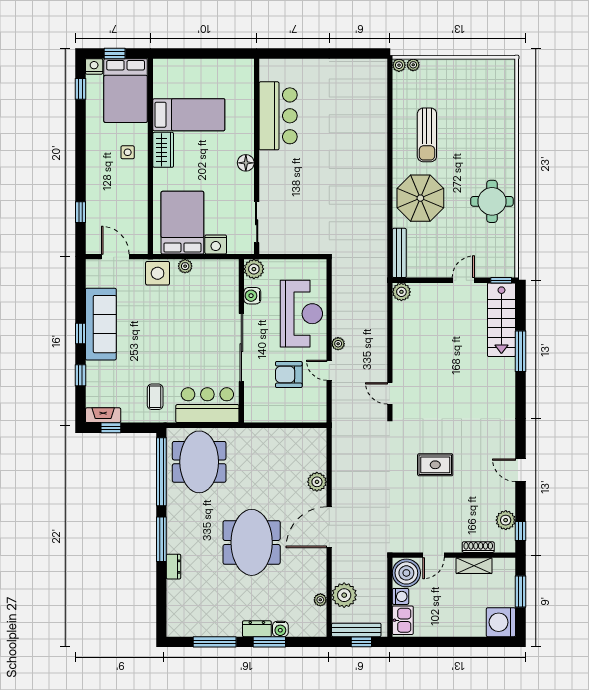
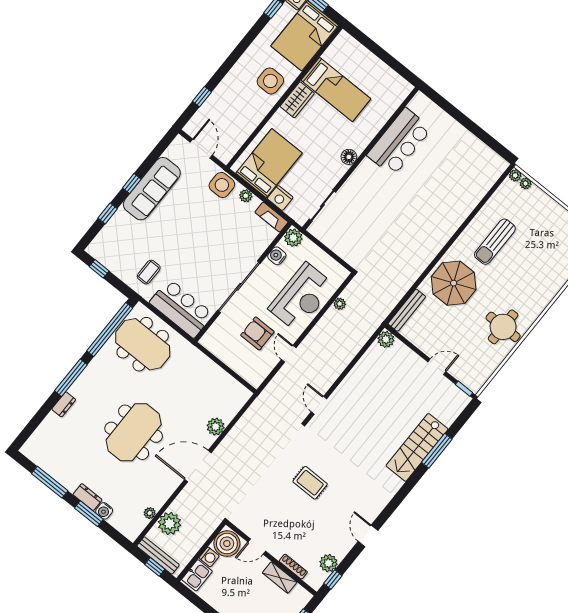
side table: (128, 152) -> (270, 81), width x1.87, depth x1.87
stairs: (501, 320) -> (417, 447), moved
plant: (338, 344) -> (340, 304), moved
fireplace: (103, 415) -> (271, 217), moved, turned 180
meeting table: (199, 462) -> (143, 344), turned 90

